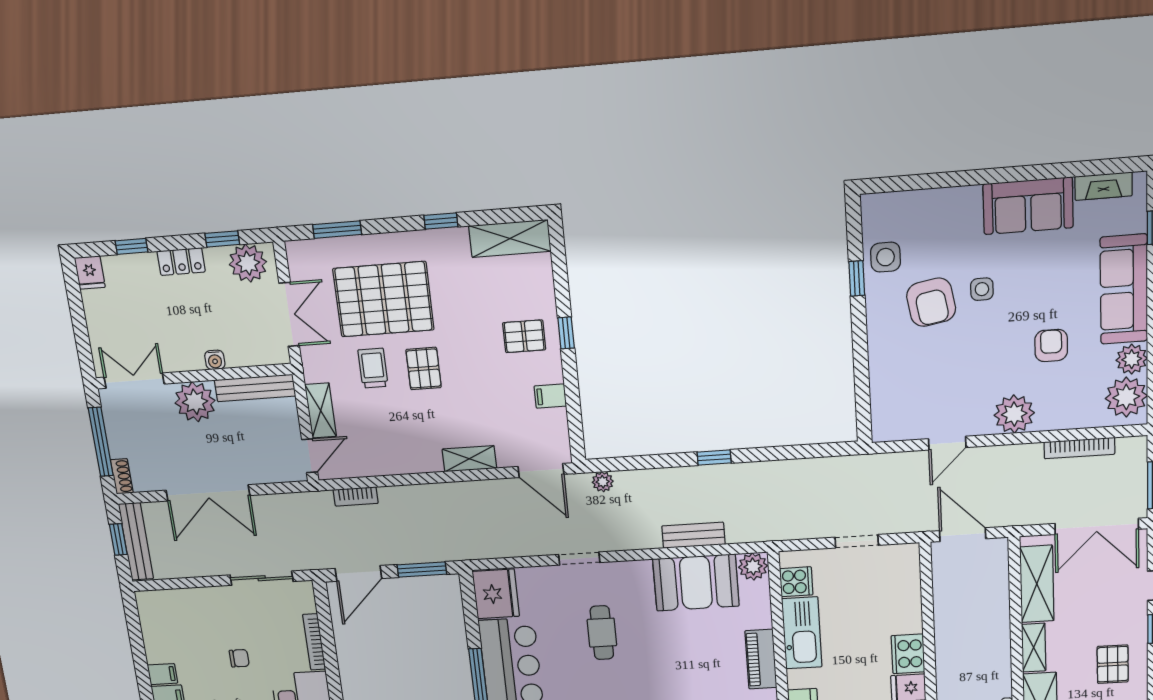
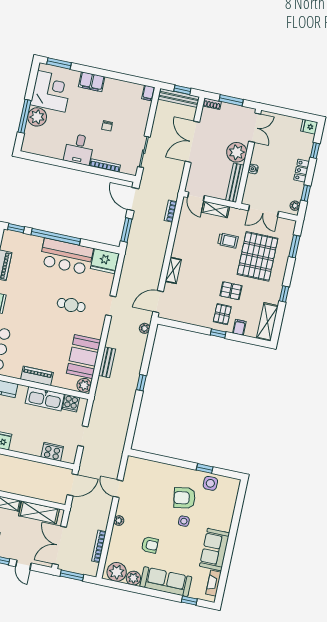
plant: (248, 263) -> (295, 206), width x0.53, depth x0.53
pallet: (424, 369) -> (231, 291), moved
filing cabinet: (550, 396) -> (239, 327), moved
plant: (1014, 414) -> (119, 521), width x0.53, depth x0.53
window: (101, 442) -> (231, 100), width x0.69
cooker: (908, 654) -> (52, 452), moved
filing cabinet: (162, 674) -> (148, 93), moved

